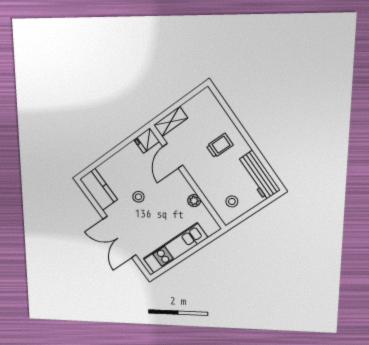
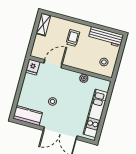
shelving: (171, 122) -> (43, 24), moved
door: (173, 156) -> (53, 64), swing flipped

